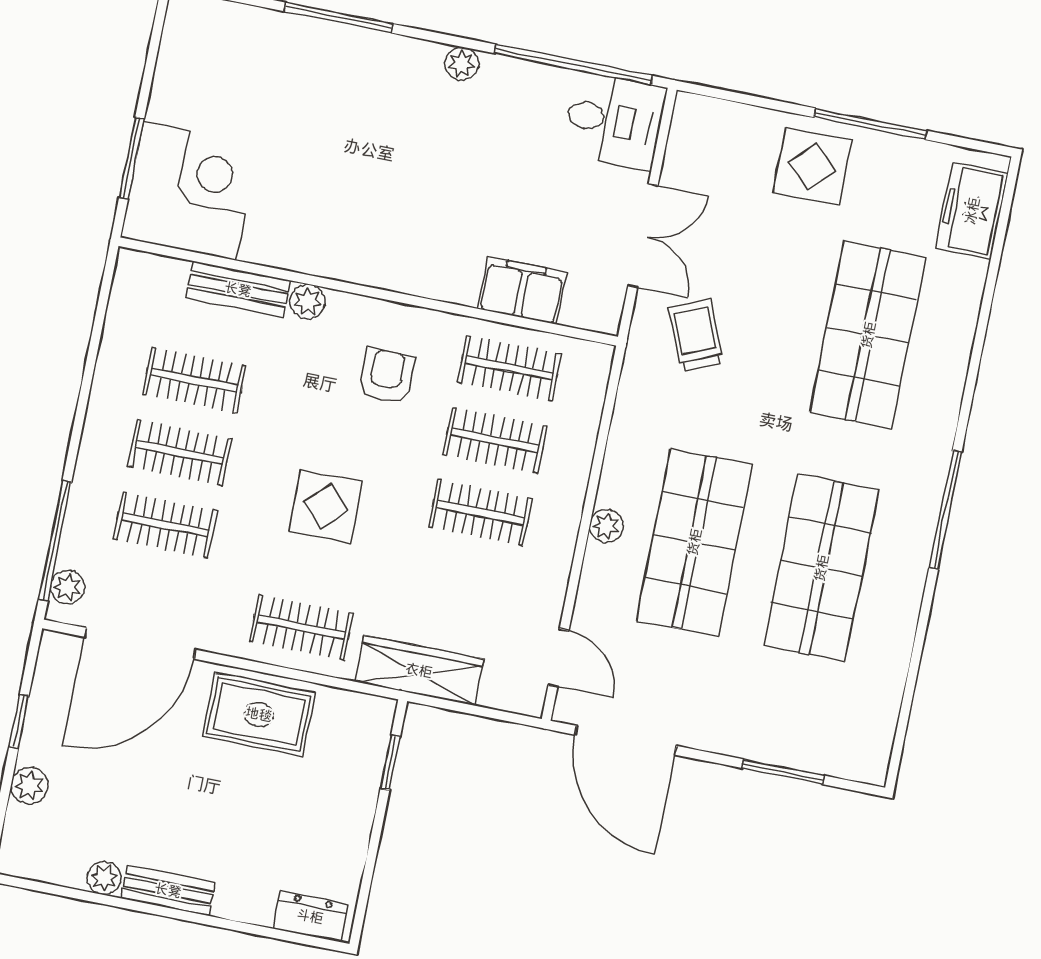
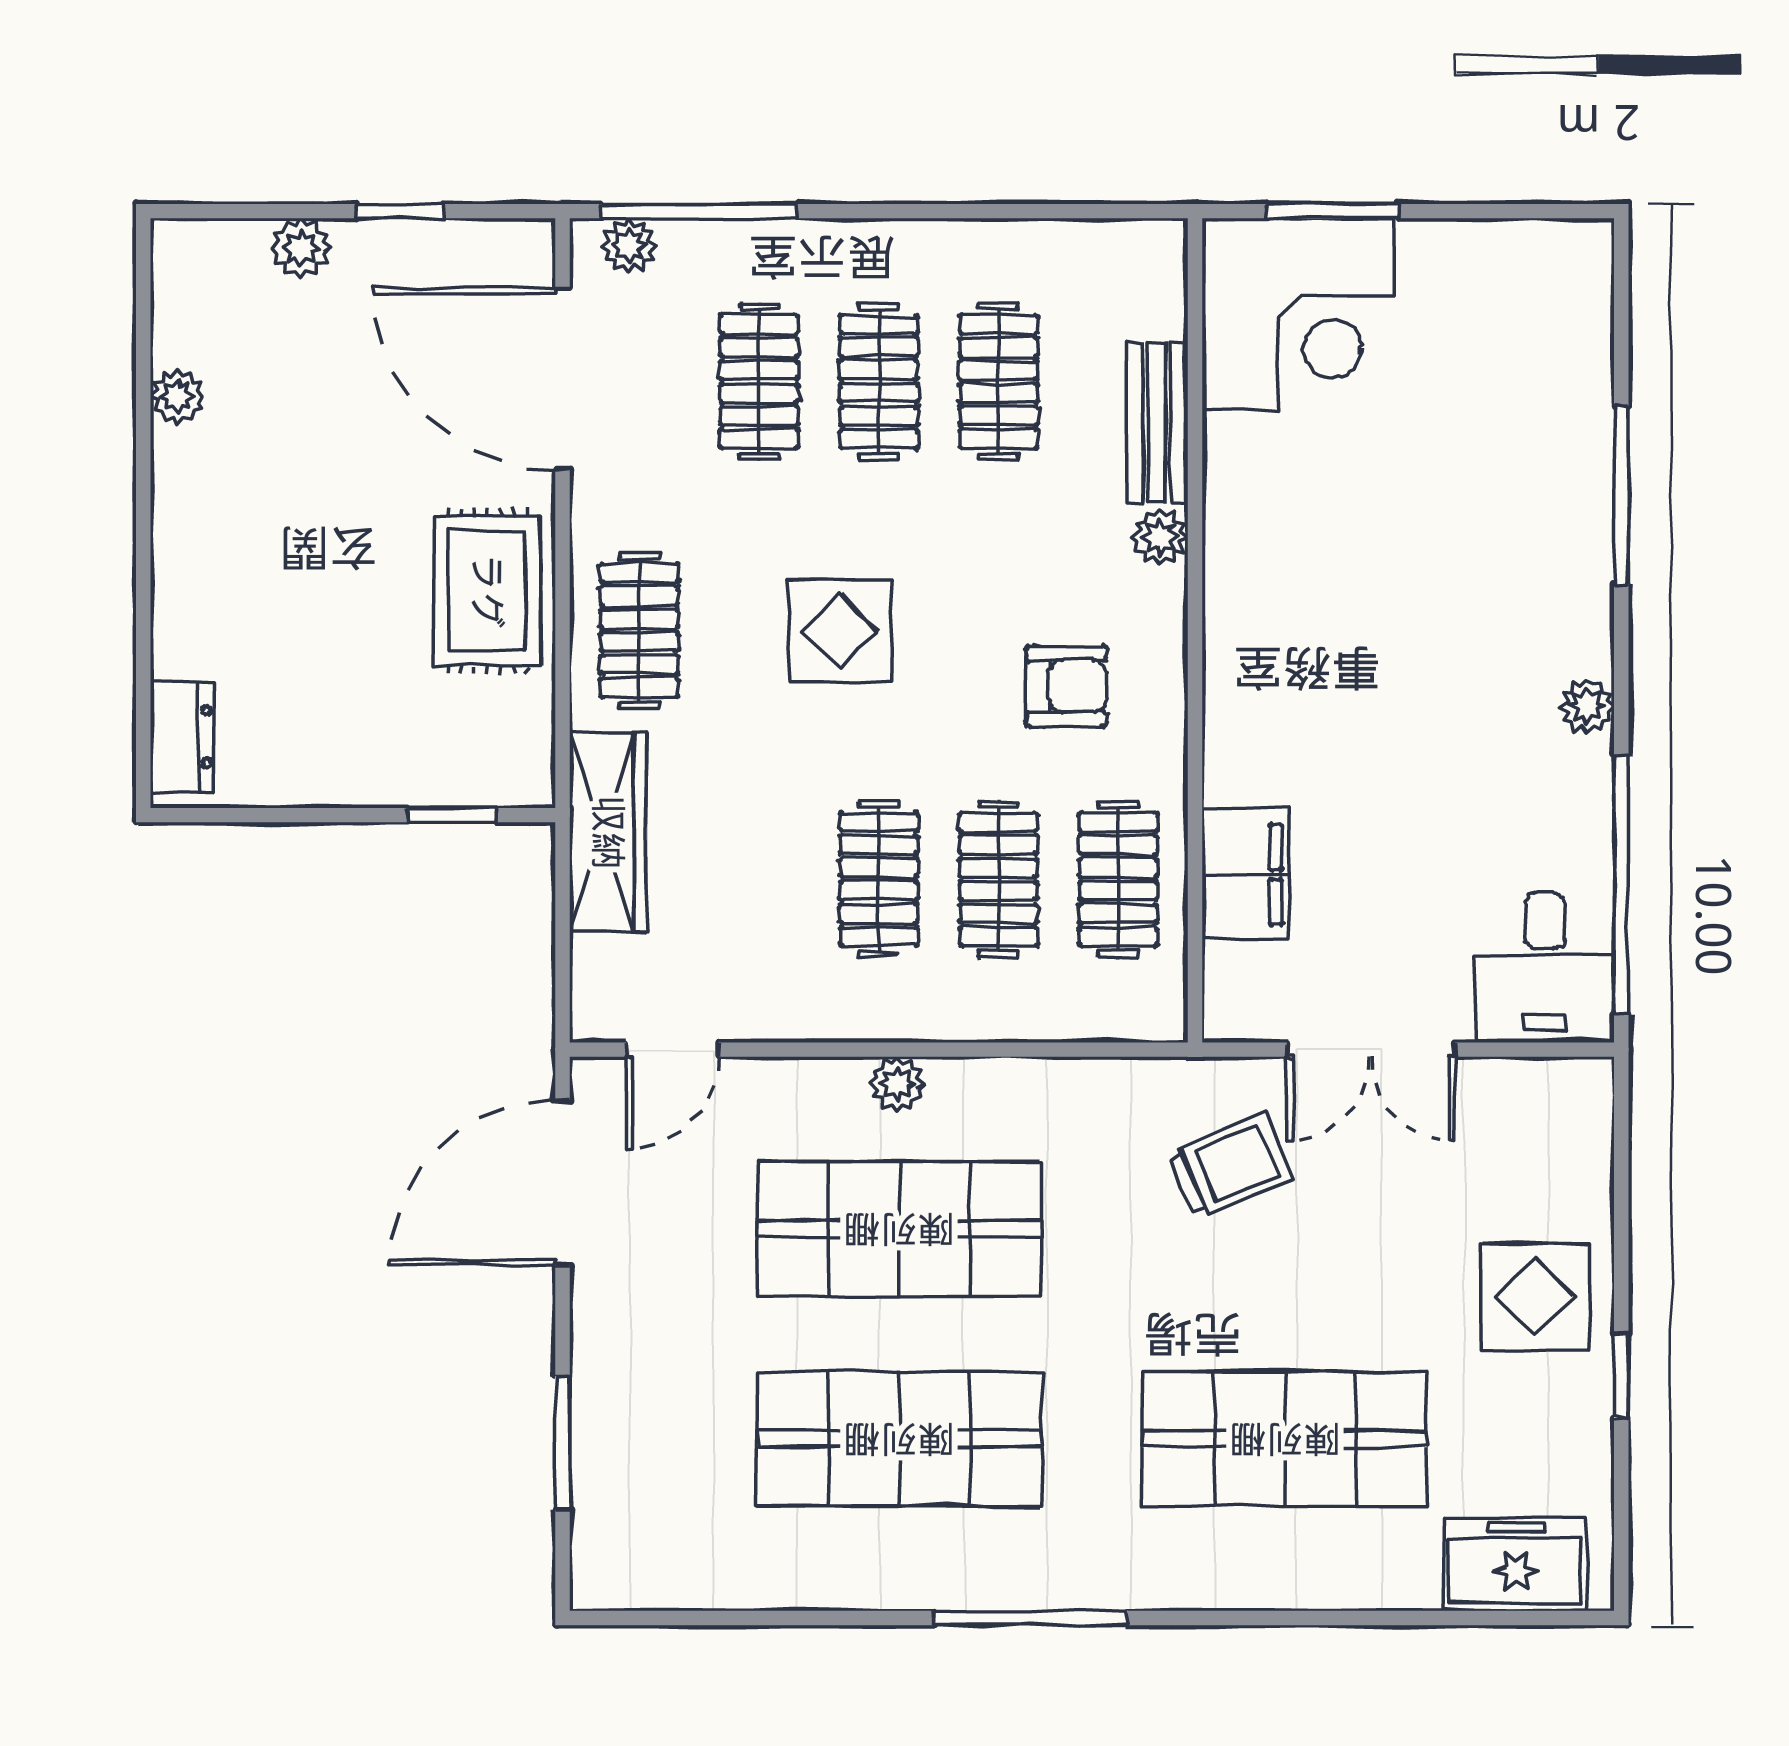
window: (870, 124) -> (1621, 1376), width x0.46
bench: (168, 890) -> (178, 502), removed

